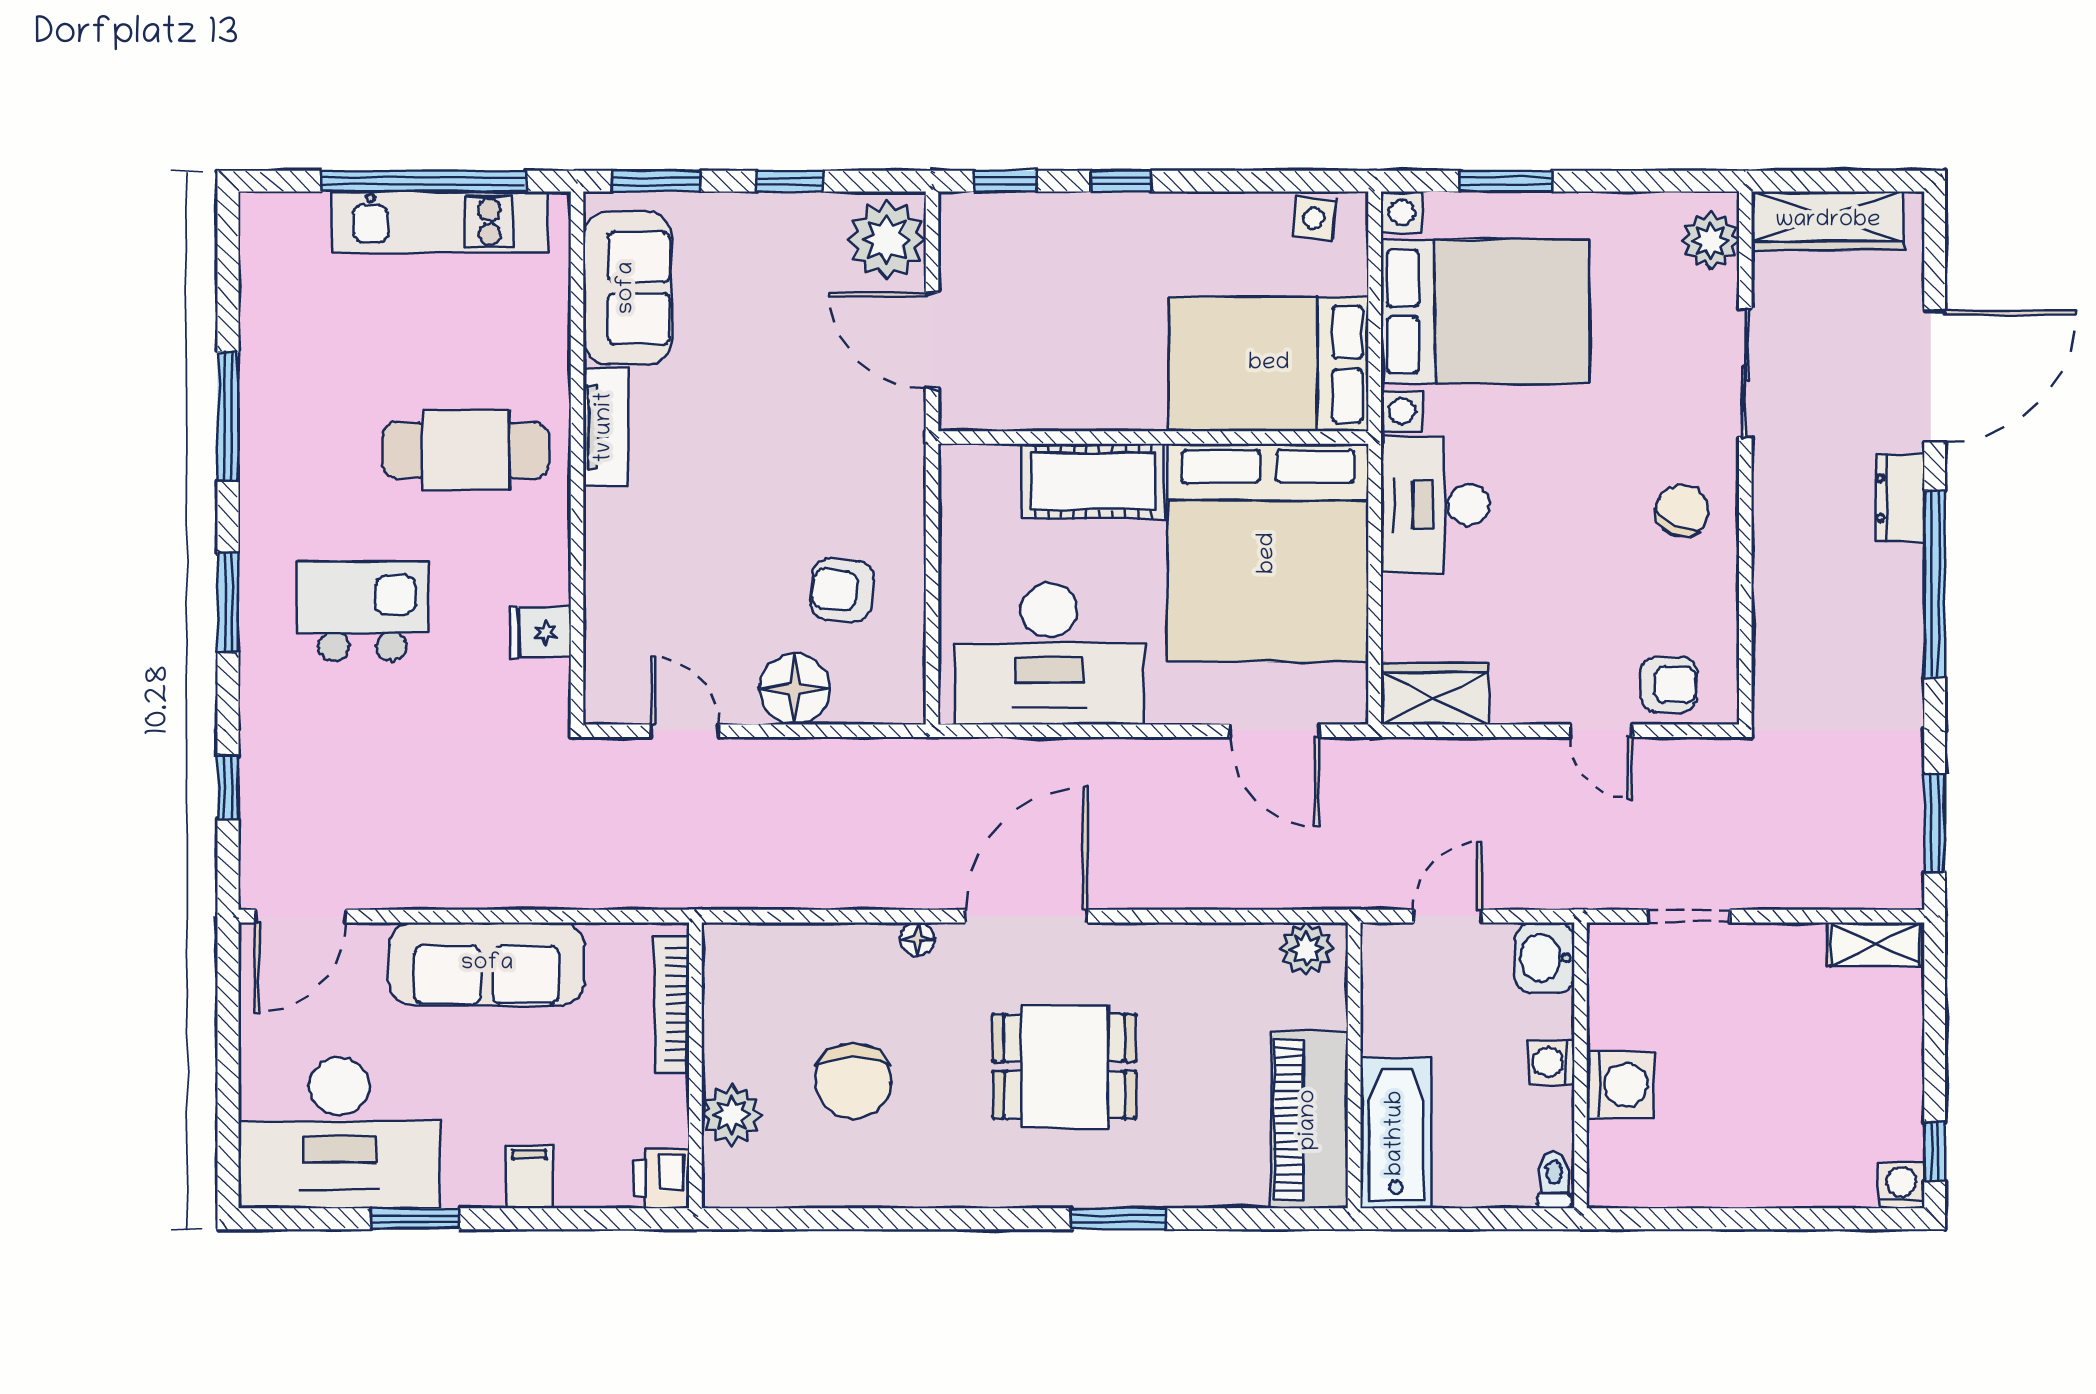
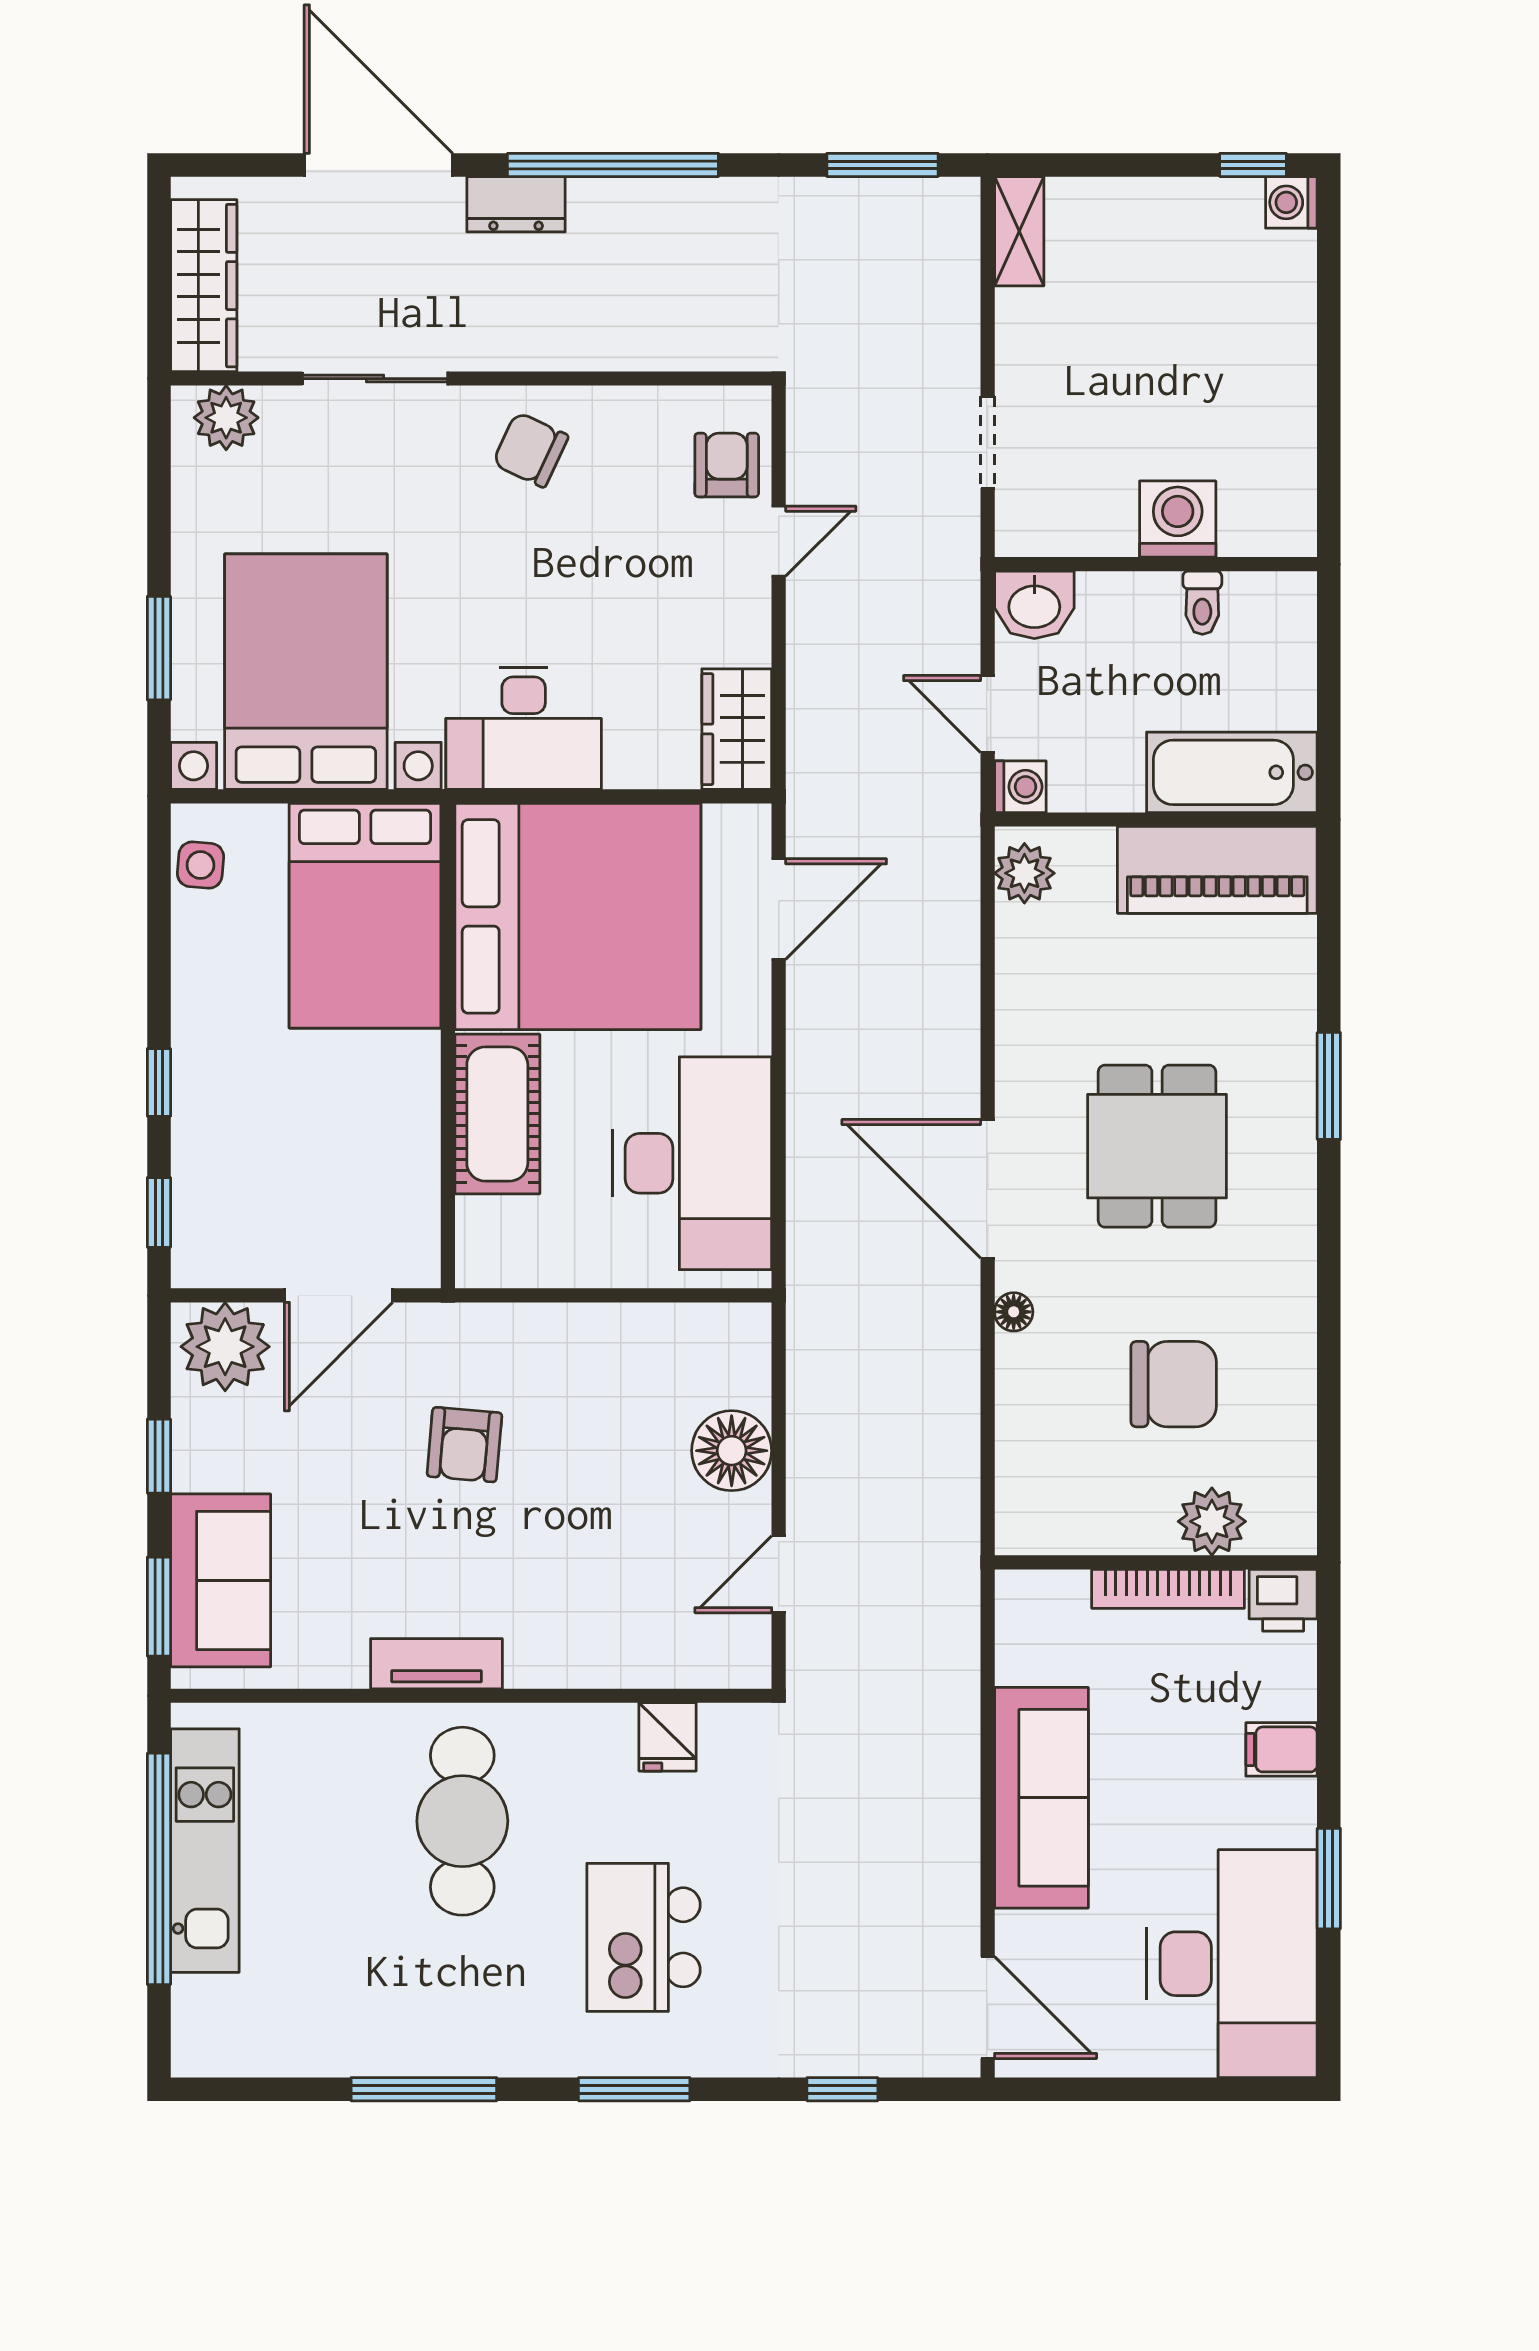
sofa: (627, 288) -> (221, 1580), moved, turned 90
armchair: (842, 590) -> (464, 1445), moved
bookcase: (672, 1004) -> (1168, 1589), moved
washing machine: (1551, 1062) -> (1020, 787), moved, turned -90
toilet: (1554, 1180) -> (1202, 603), moved, turned -90

